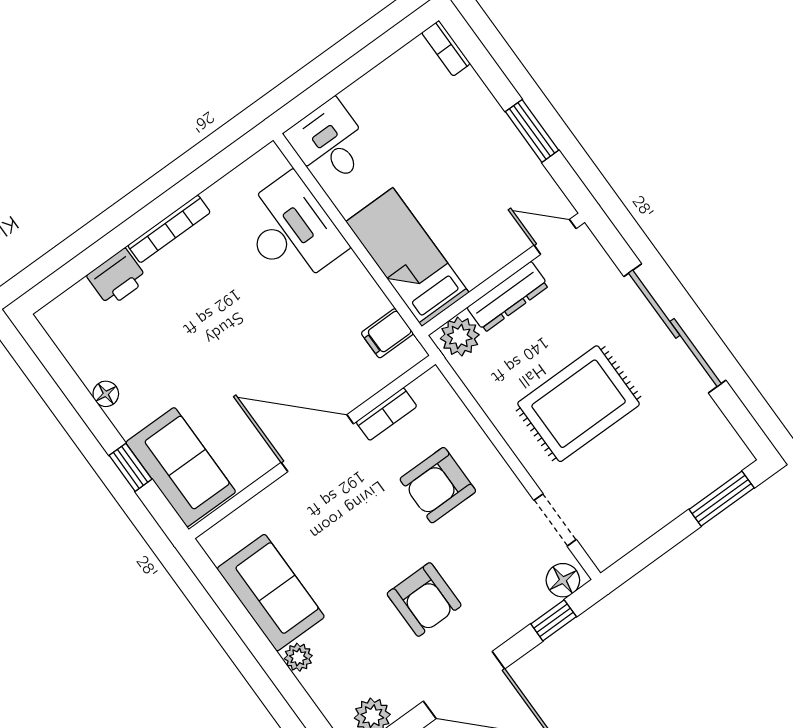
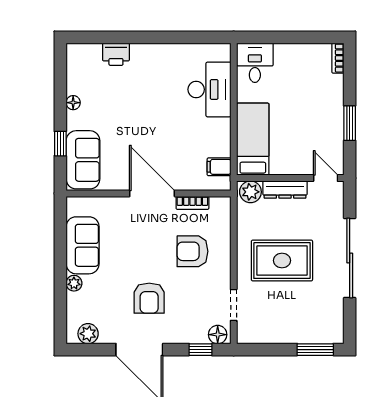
bookcase: (169, 229) -> (155, 49), removed

